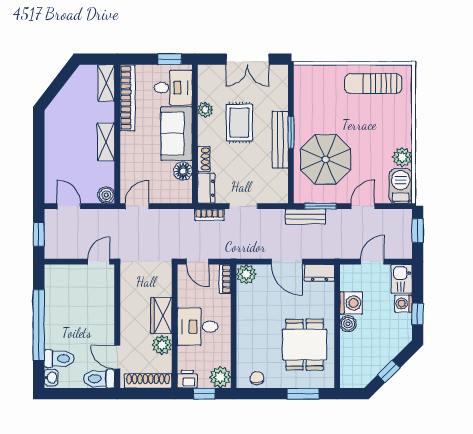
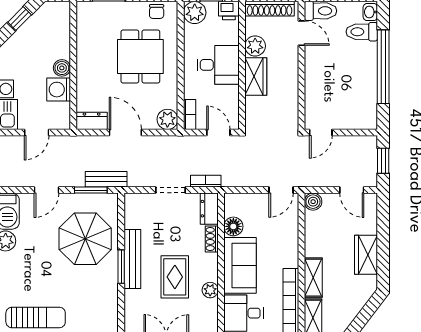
shelving: (106, 142) -> (313, 278), moved
wardrobe: (55, 144) -> (366, 255), added
dining table: (305, 345) -> (140, 57), moved

